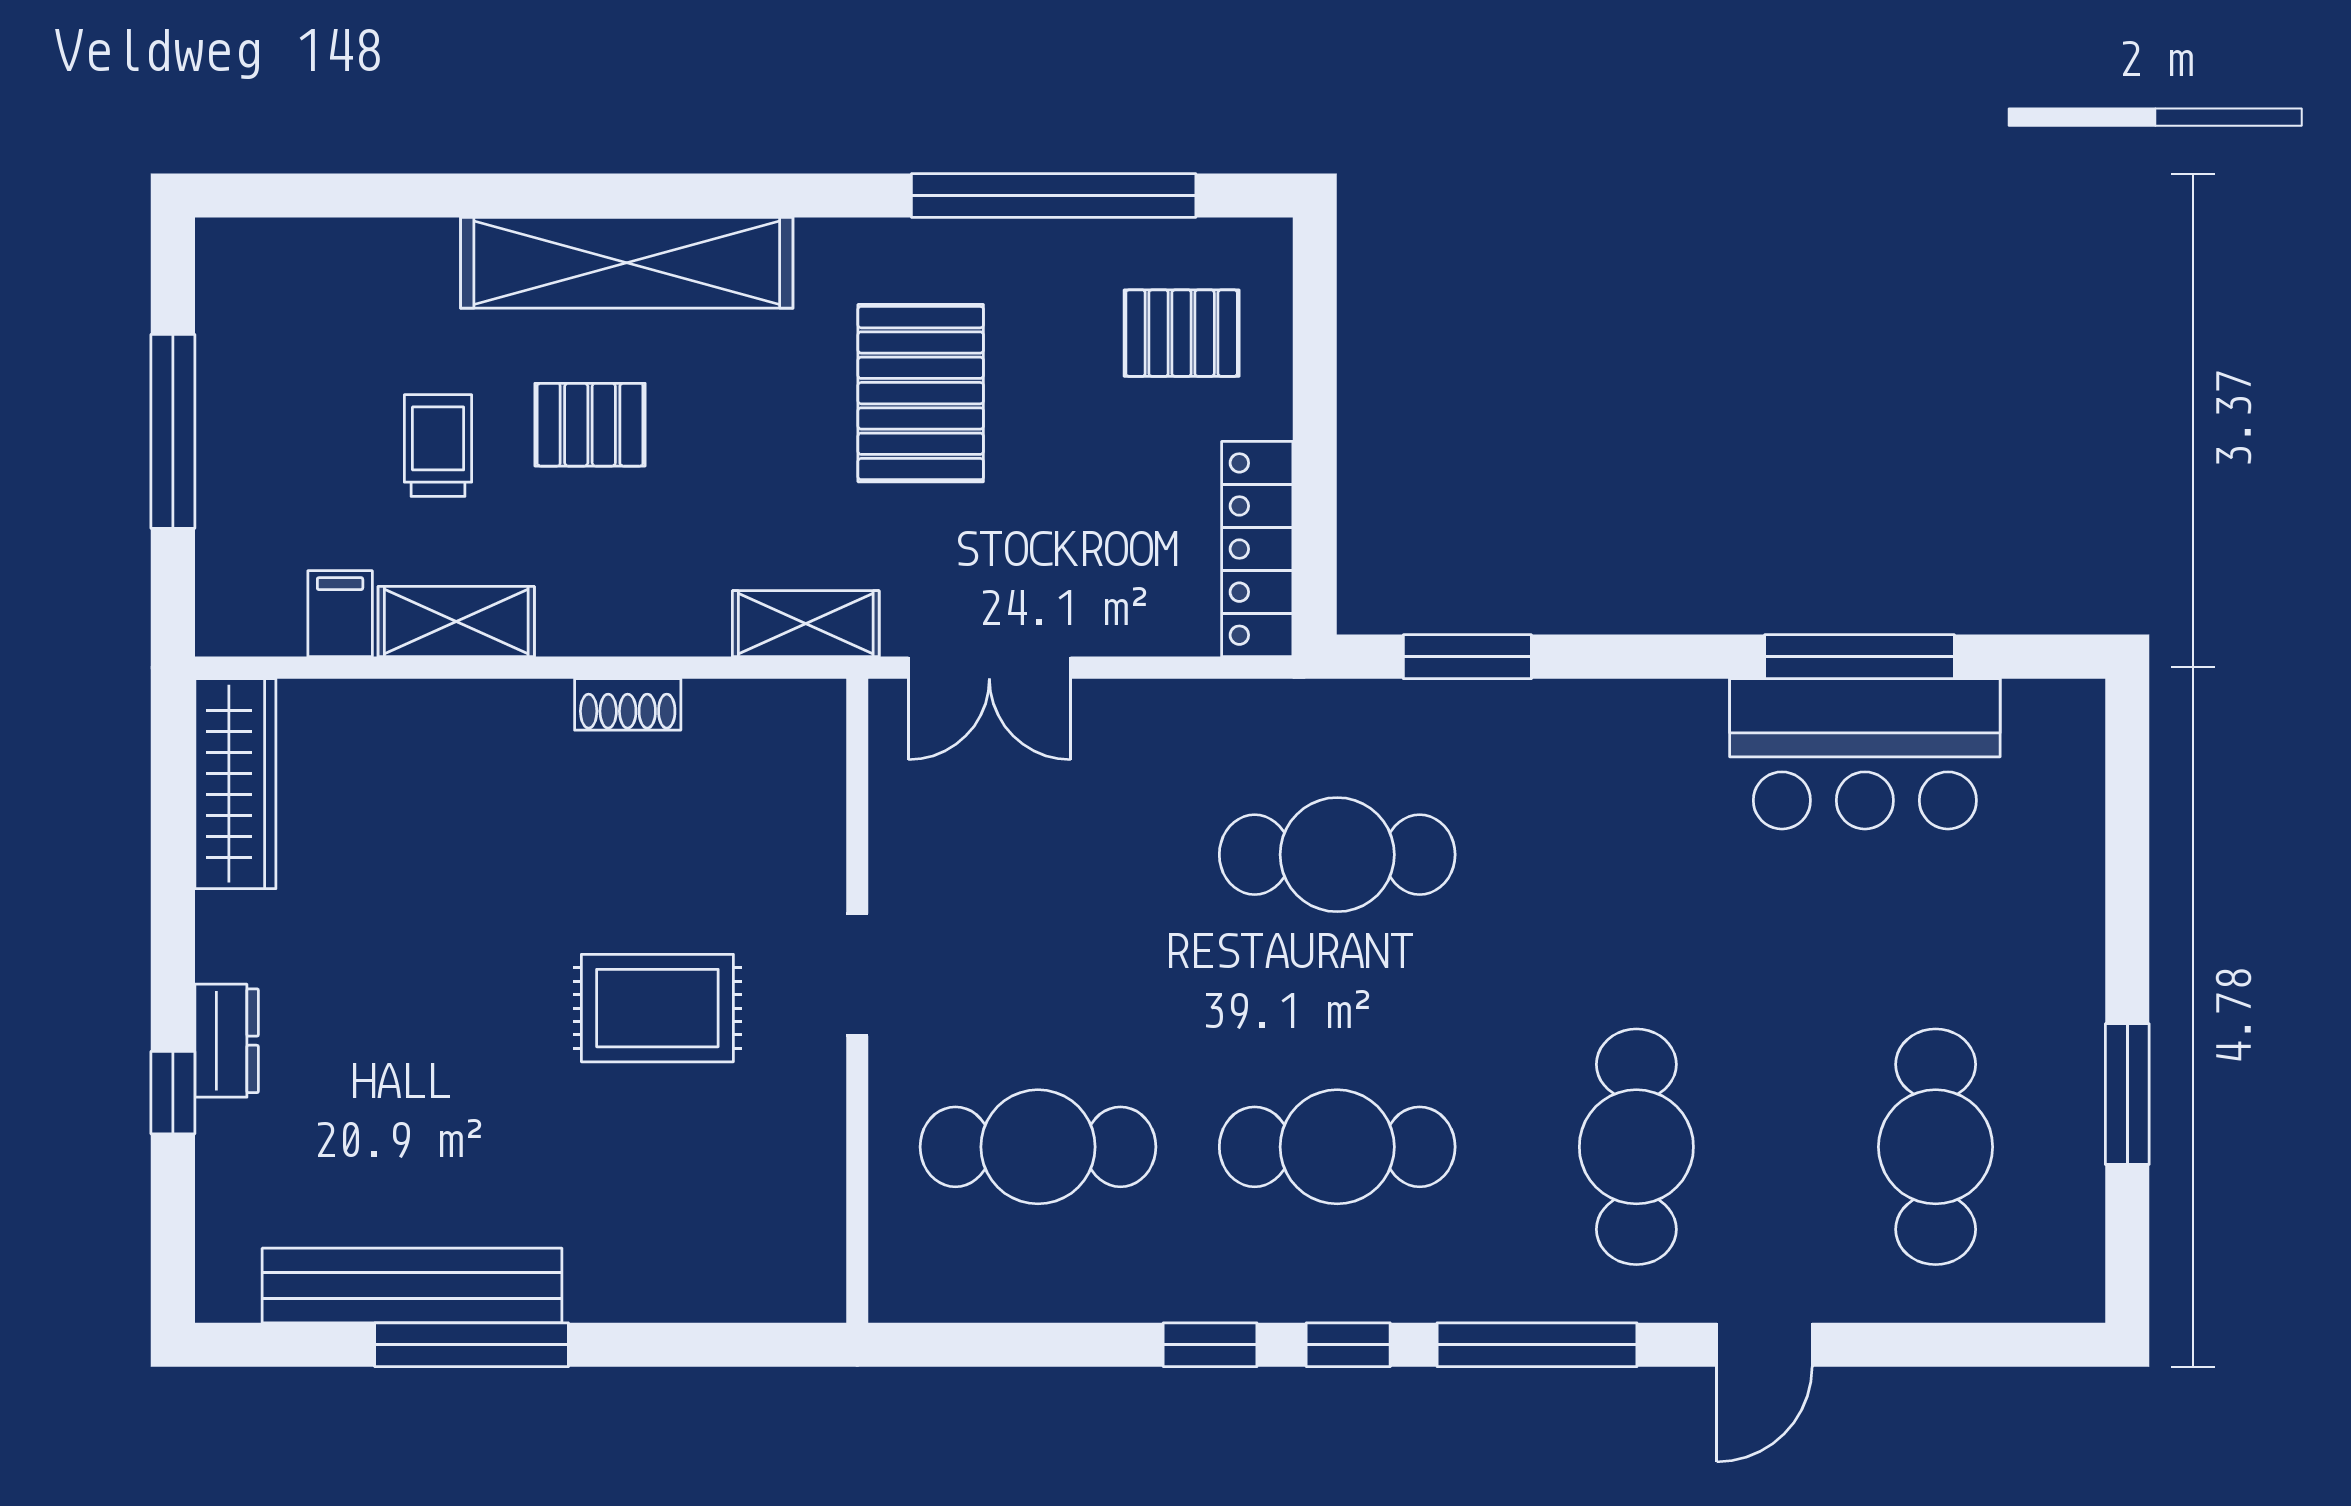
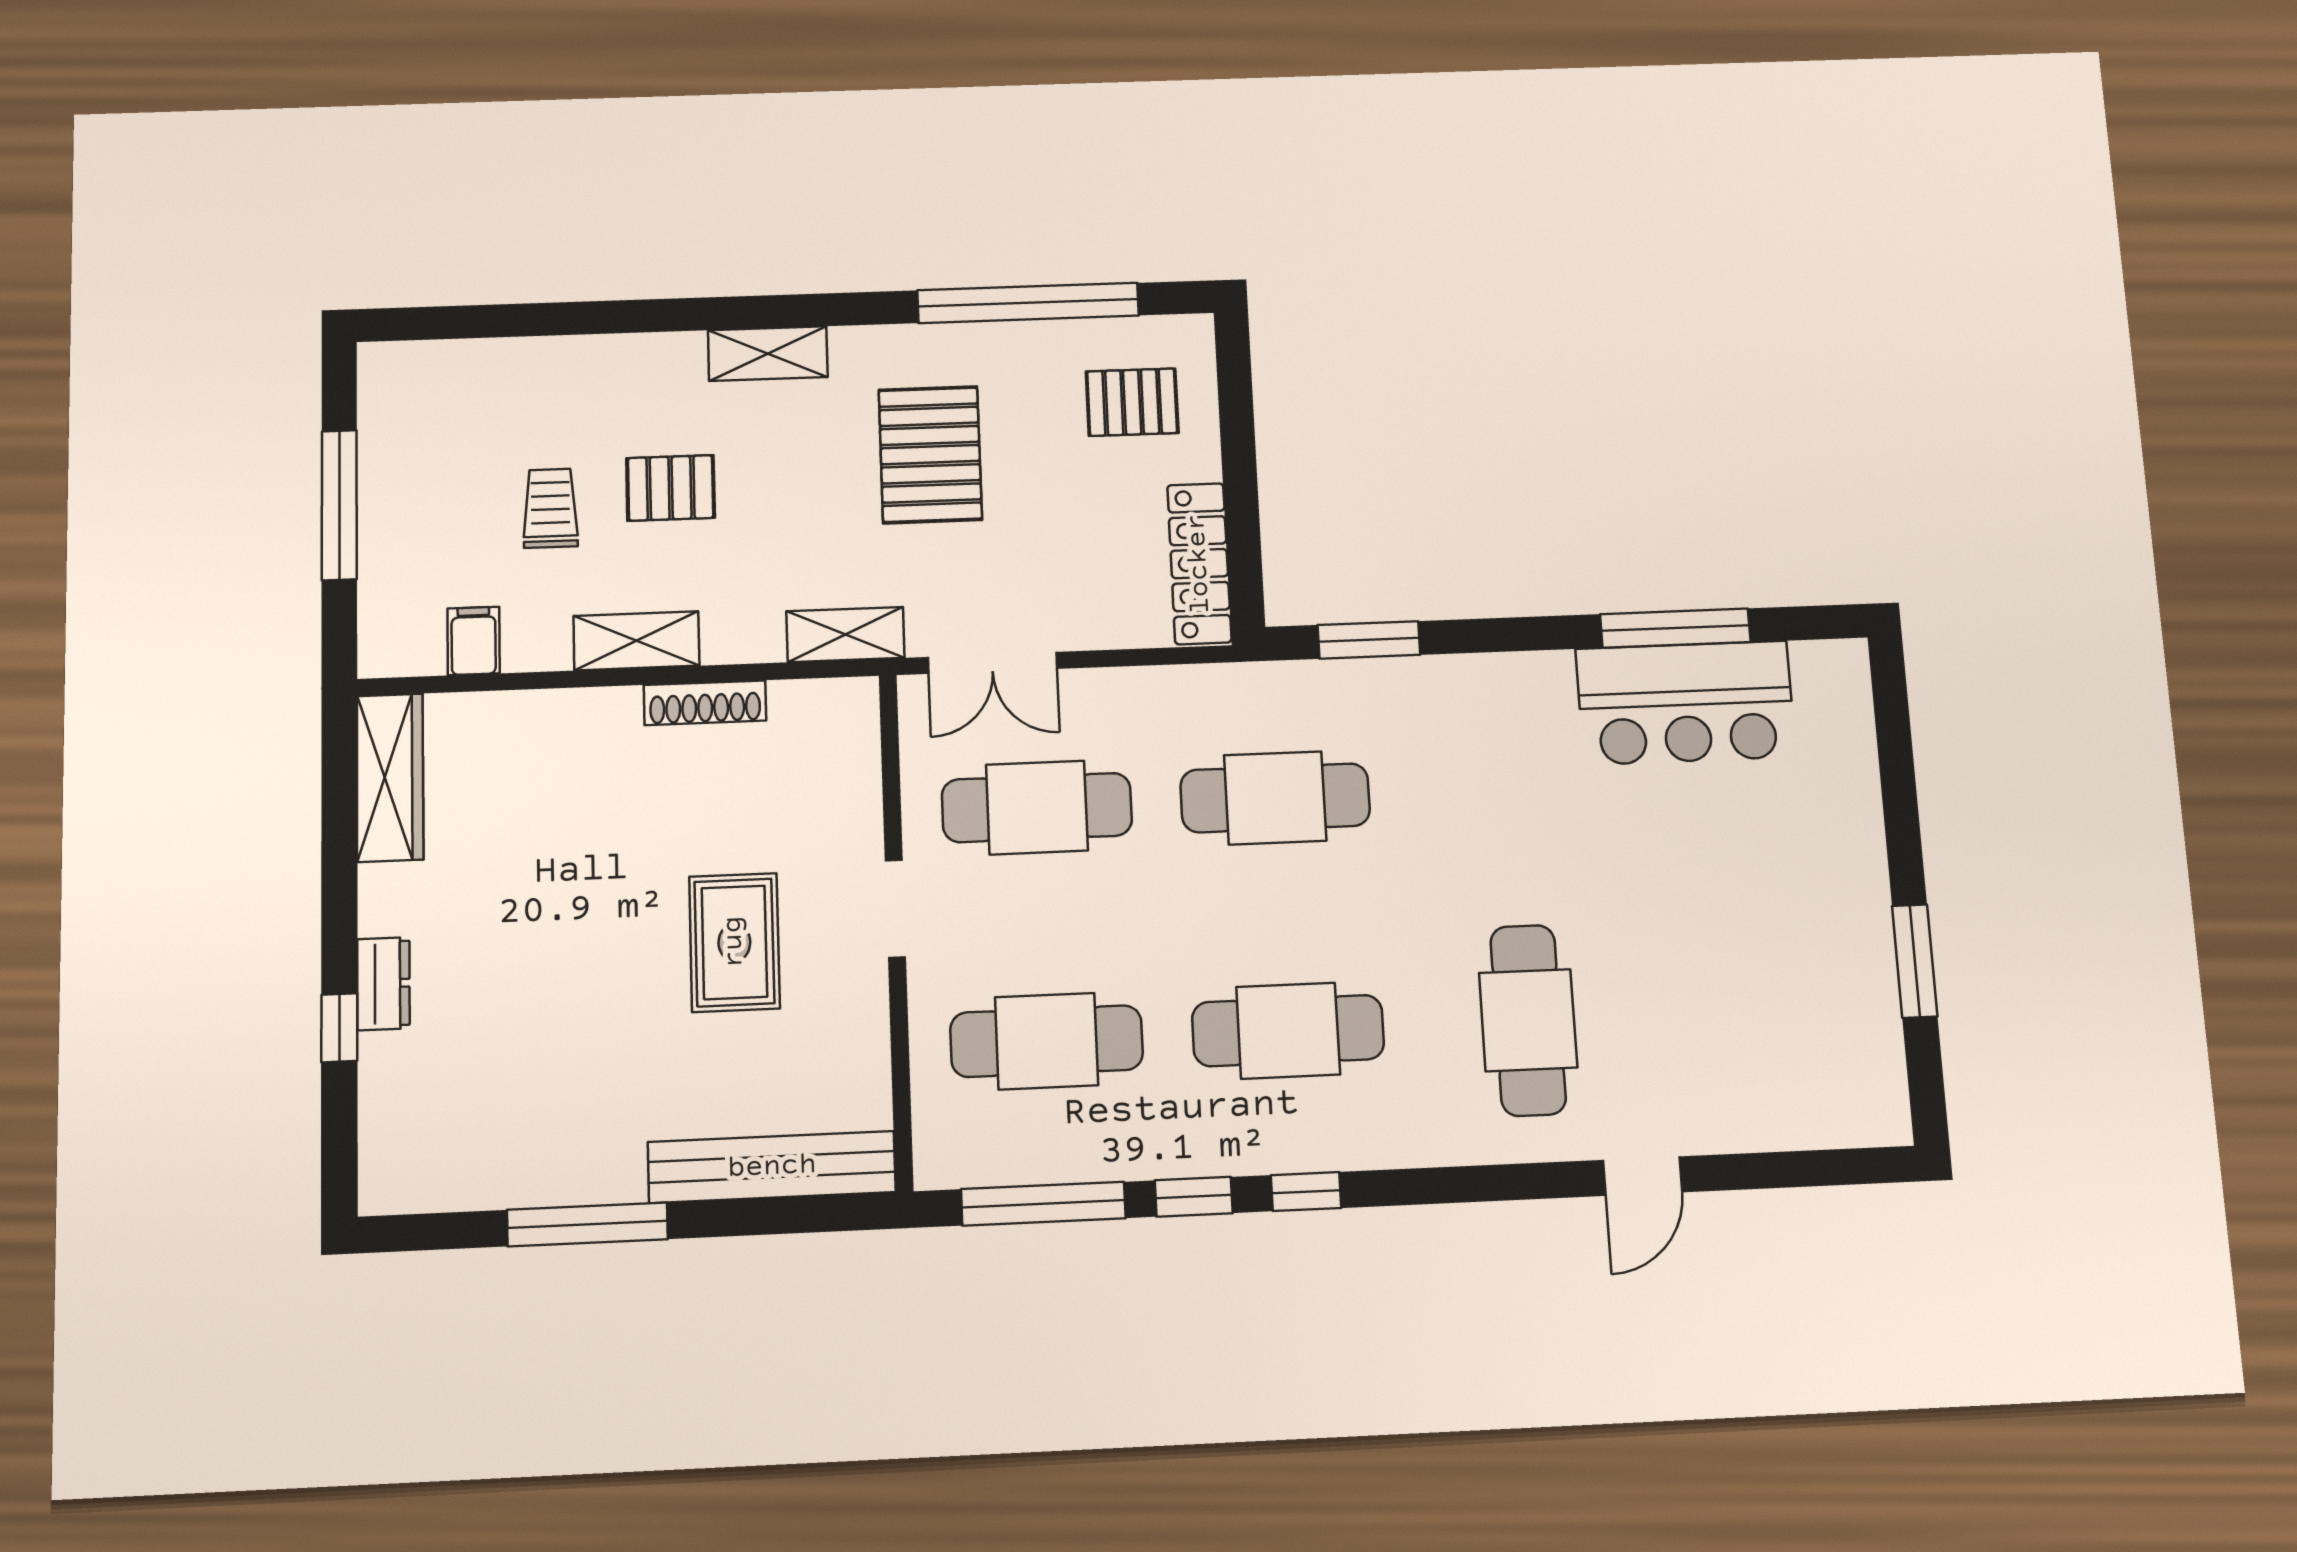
shelving: (627, 263) -> (768, 354), width x0.45, depth x0.75
shelving: (456, 622) -> (636, 641), moved
shoe rack: (628, 704) -> (705, 703), width x1.43
rug: (657, 1008) -> (734, 942), turned 90
cafe table: (1936, 1147) -> (1037, 808), moved, turned 90
bench: (412, 1286) -> (772, 1167), moved
window: (1537, 1345) -> (1043, 1204), moved

